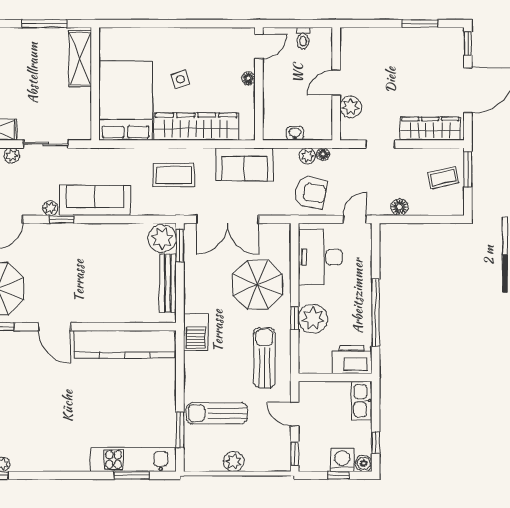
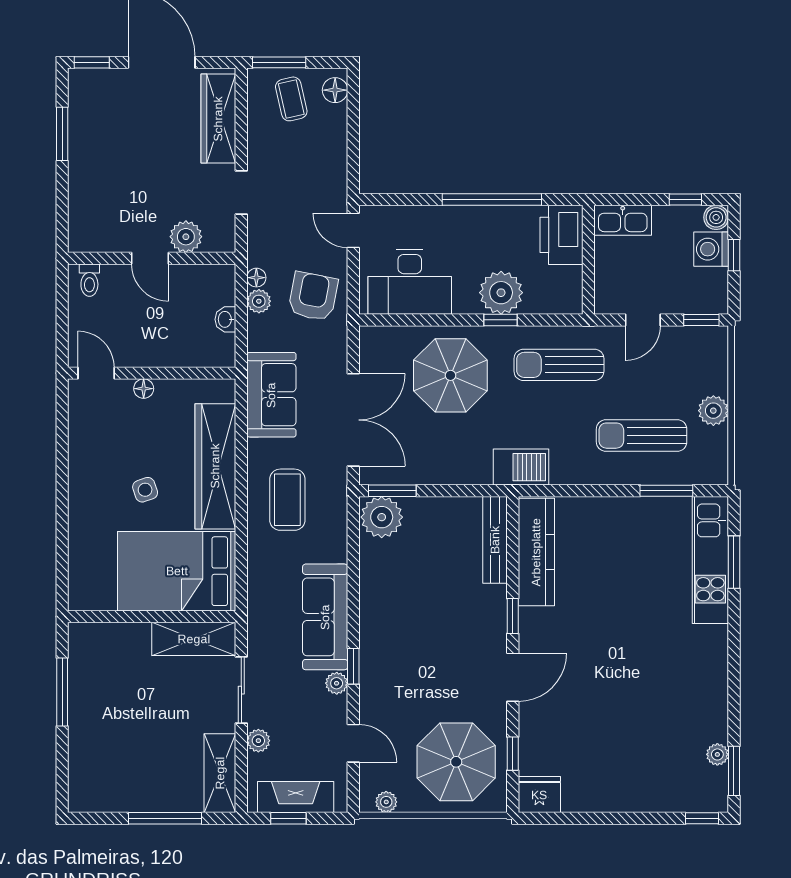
toilet: (303, 38) -> (89, 280), moved, turned 90
shelving: (80, 59) -> (194, 639), moved
floor lamp: (399, 207) -> (335, 90), moved
bench: (168, 283) -> (495, 540), moved, turned 90
window: (96, 327) -> (513, 616), added
kitchen counter: (124, 344) -> (536, 552), width x0.72, depth x0.86
sun lounger: (217, 413) -> (642, 436), turned 90

